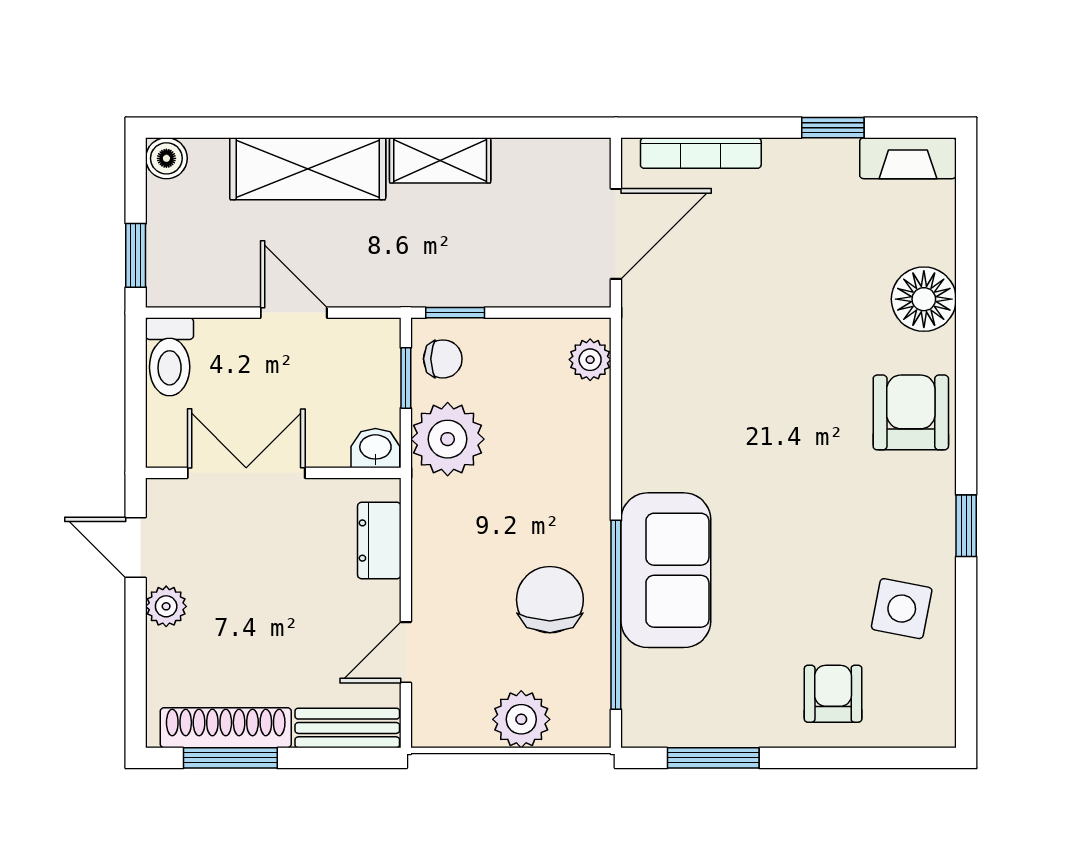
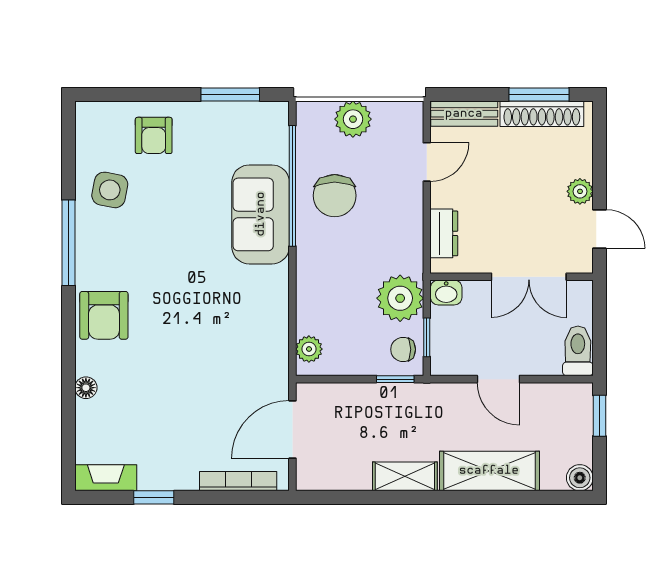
floor lamp: (924, 299) -> (86, 388), width x0.53, depth x0.53
window: (966, 526) -> (69, 243), width x2.17

